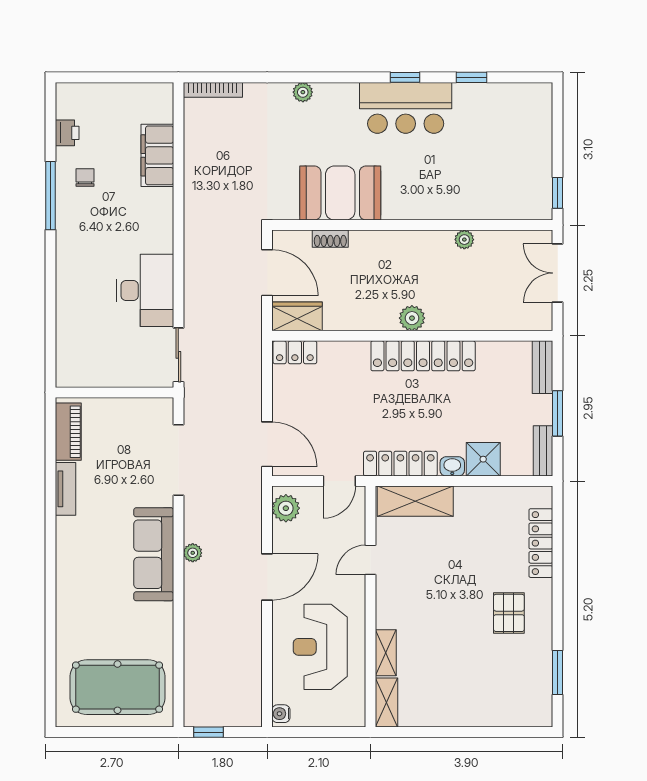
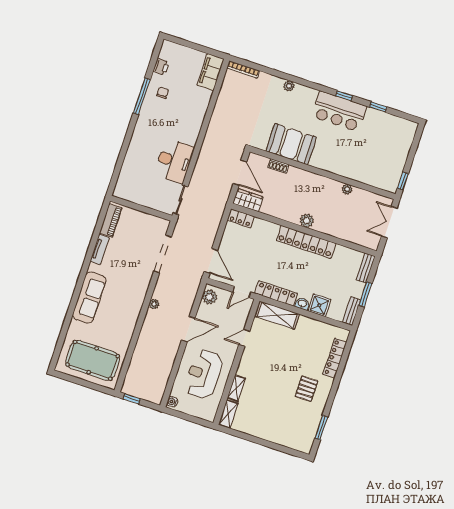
filing cabinet: (157, 155) -> (211, 72), moved
sofa: (154, 554) -> (89, 298), moved, turned 180

